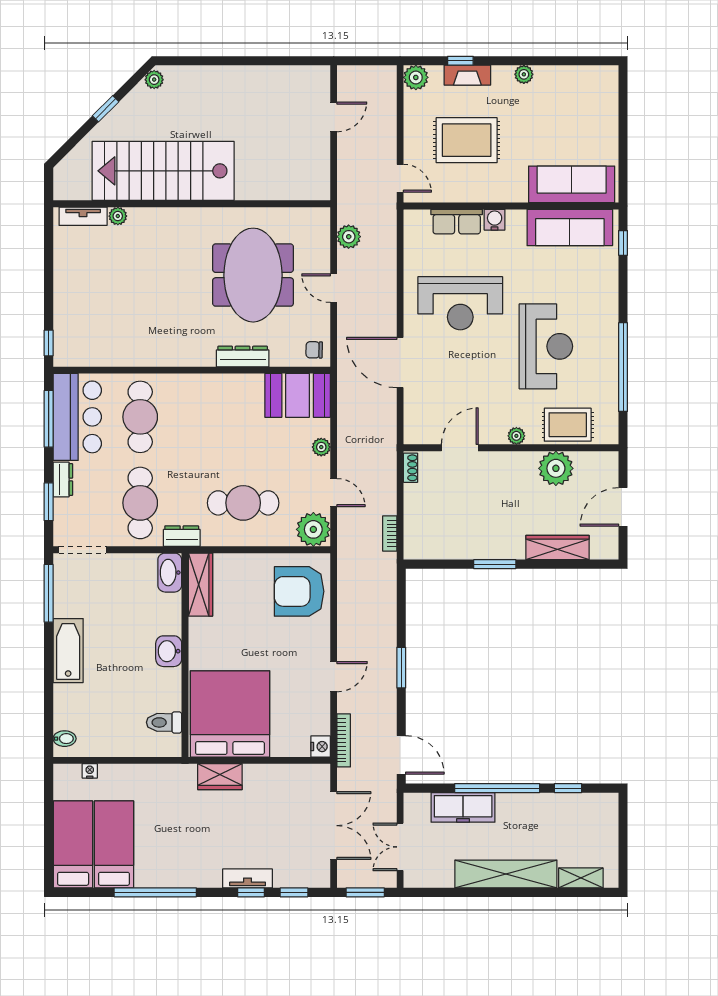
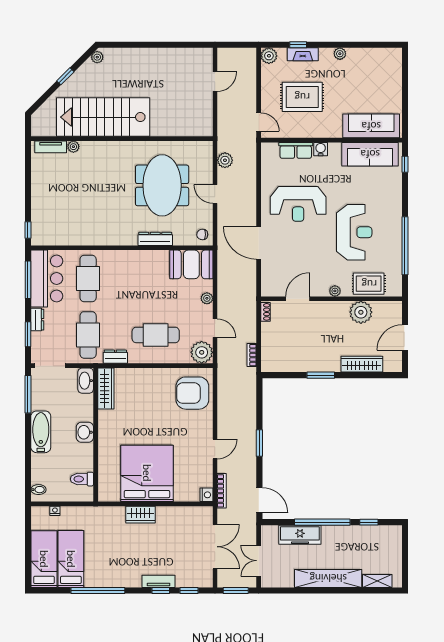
washbasin: (170, 573) -> (86, 381), moved
wardrobe: (201, 585) -> (106, 389), moved
washbasin: (169, 651) -> (85, 432), moved
wall: (185, 655) -> (96, 435), moved
toilet: (164, 722) -> (82, 479), moved

